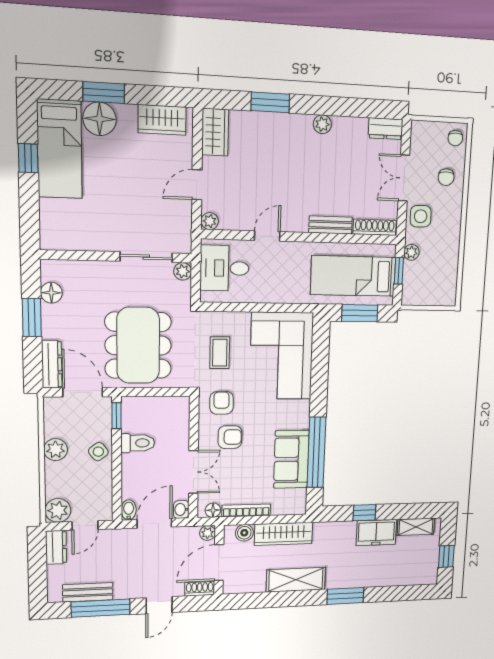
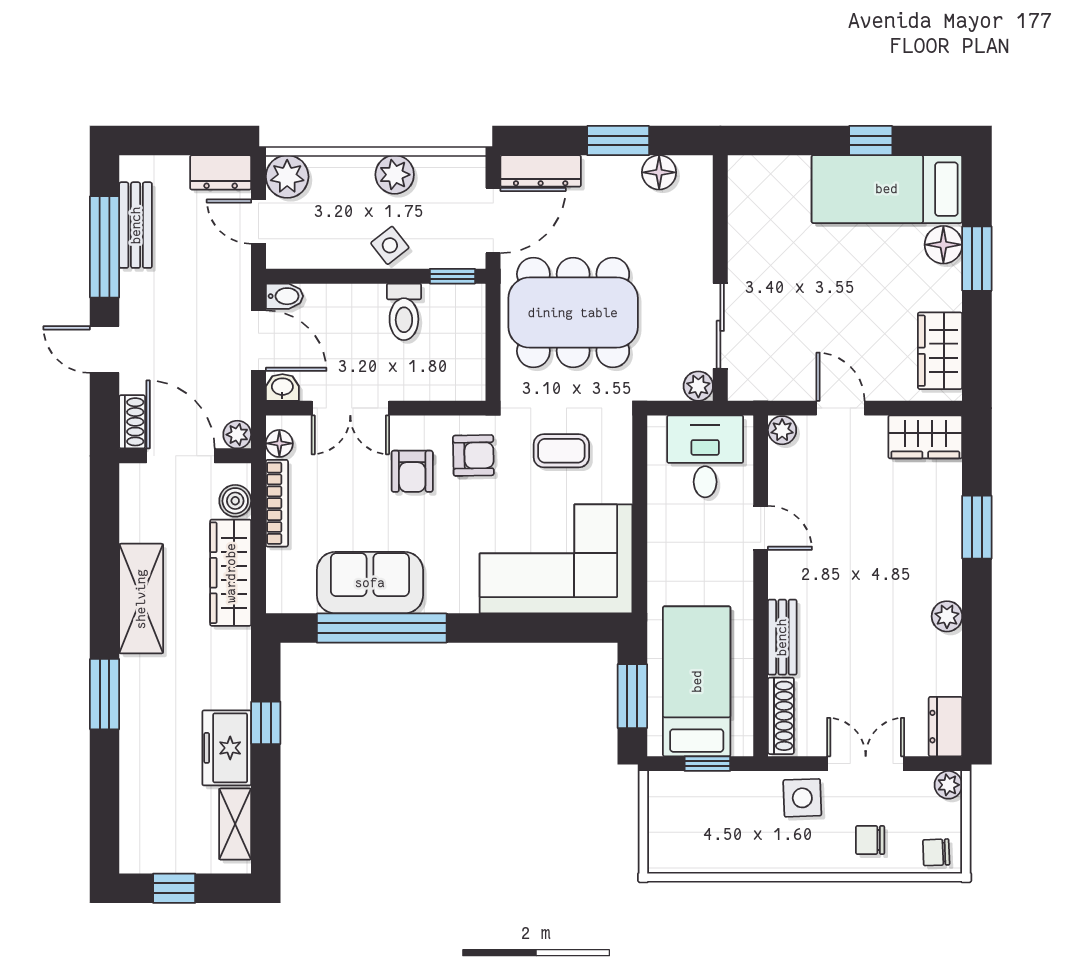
floor lamp: (100, 119) -> (943, 245), width x0.73, depth x0.73
plant: (411, 252) -> (948, 785), moved

